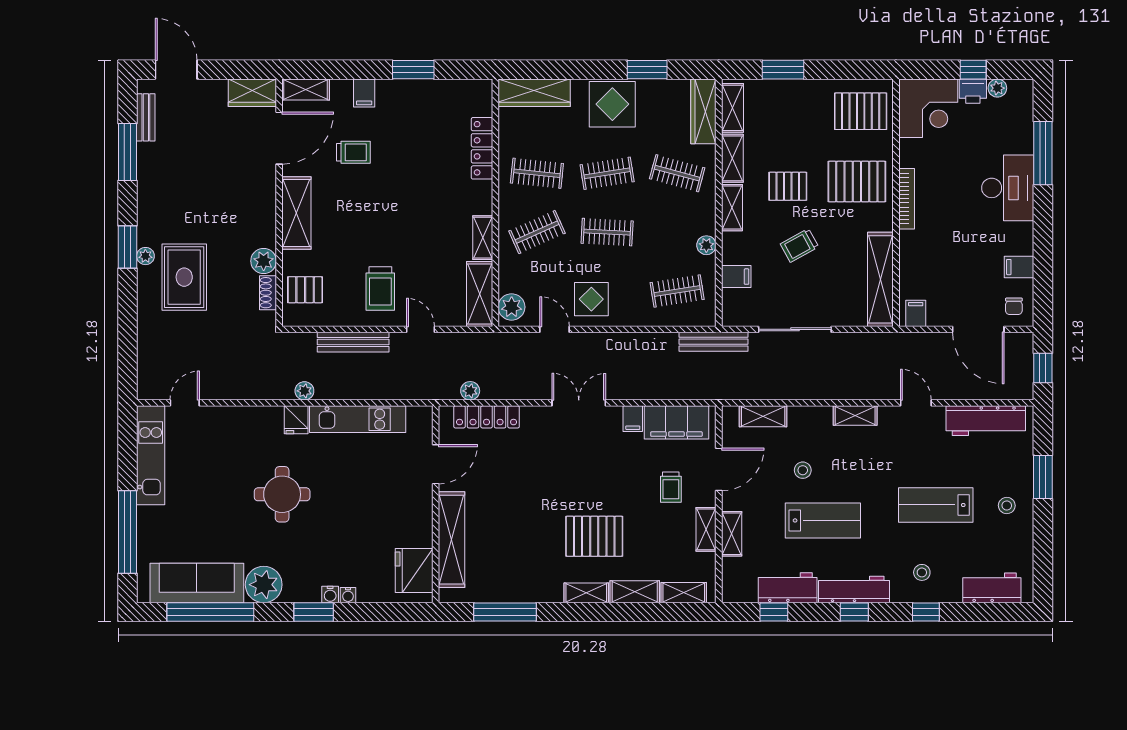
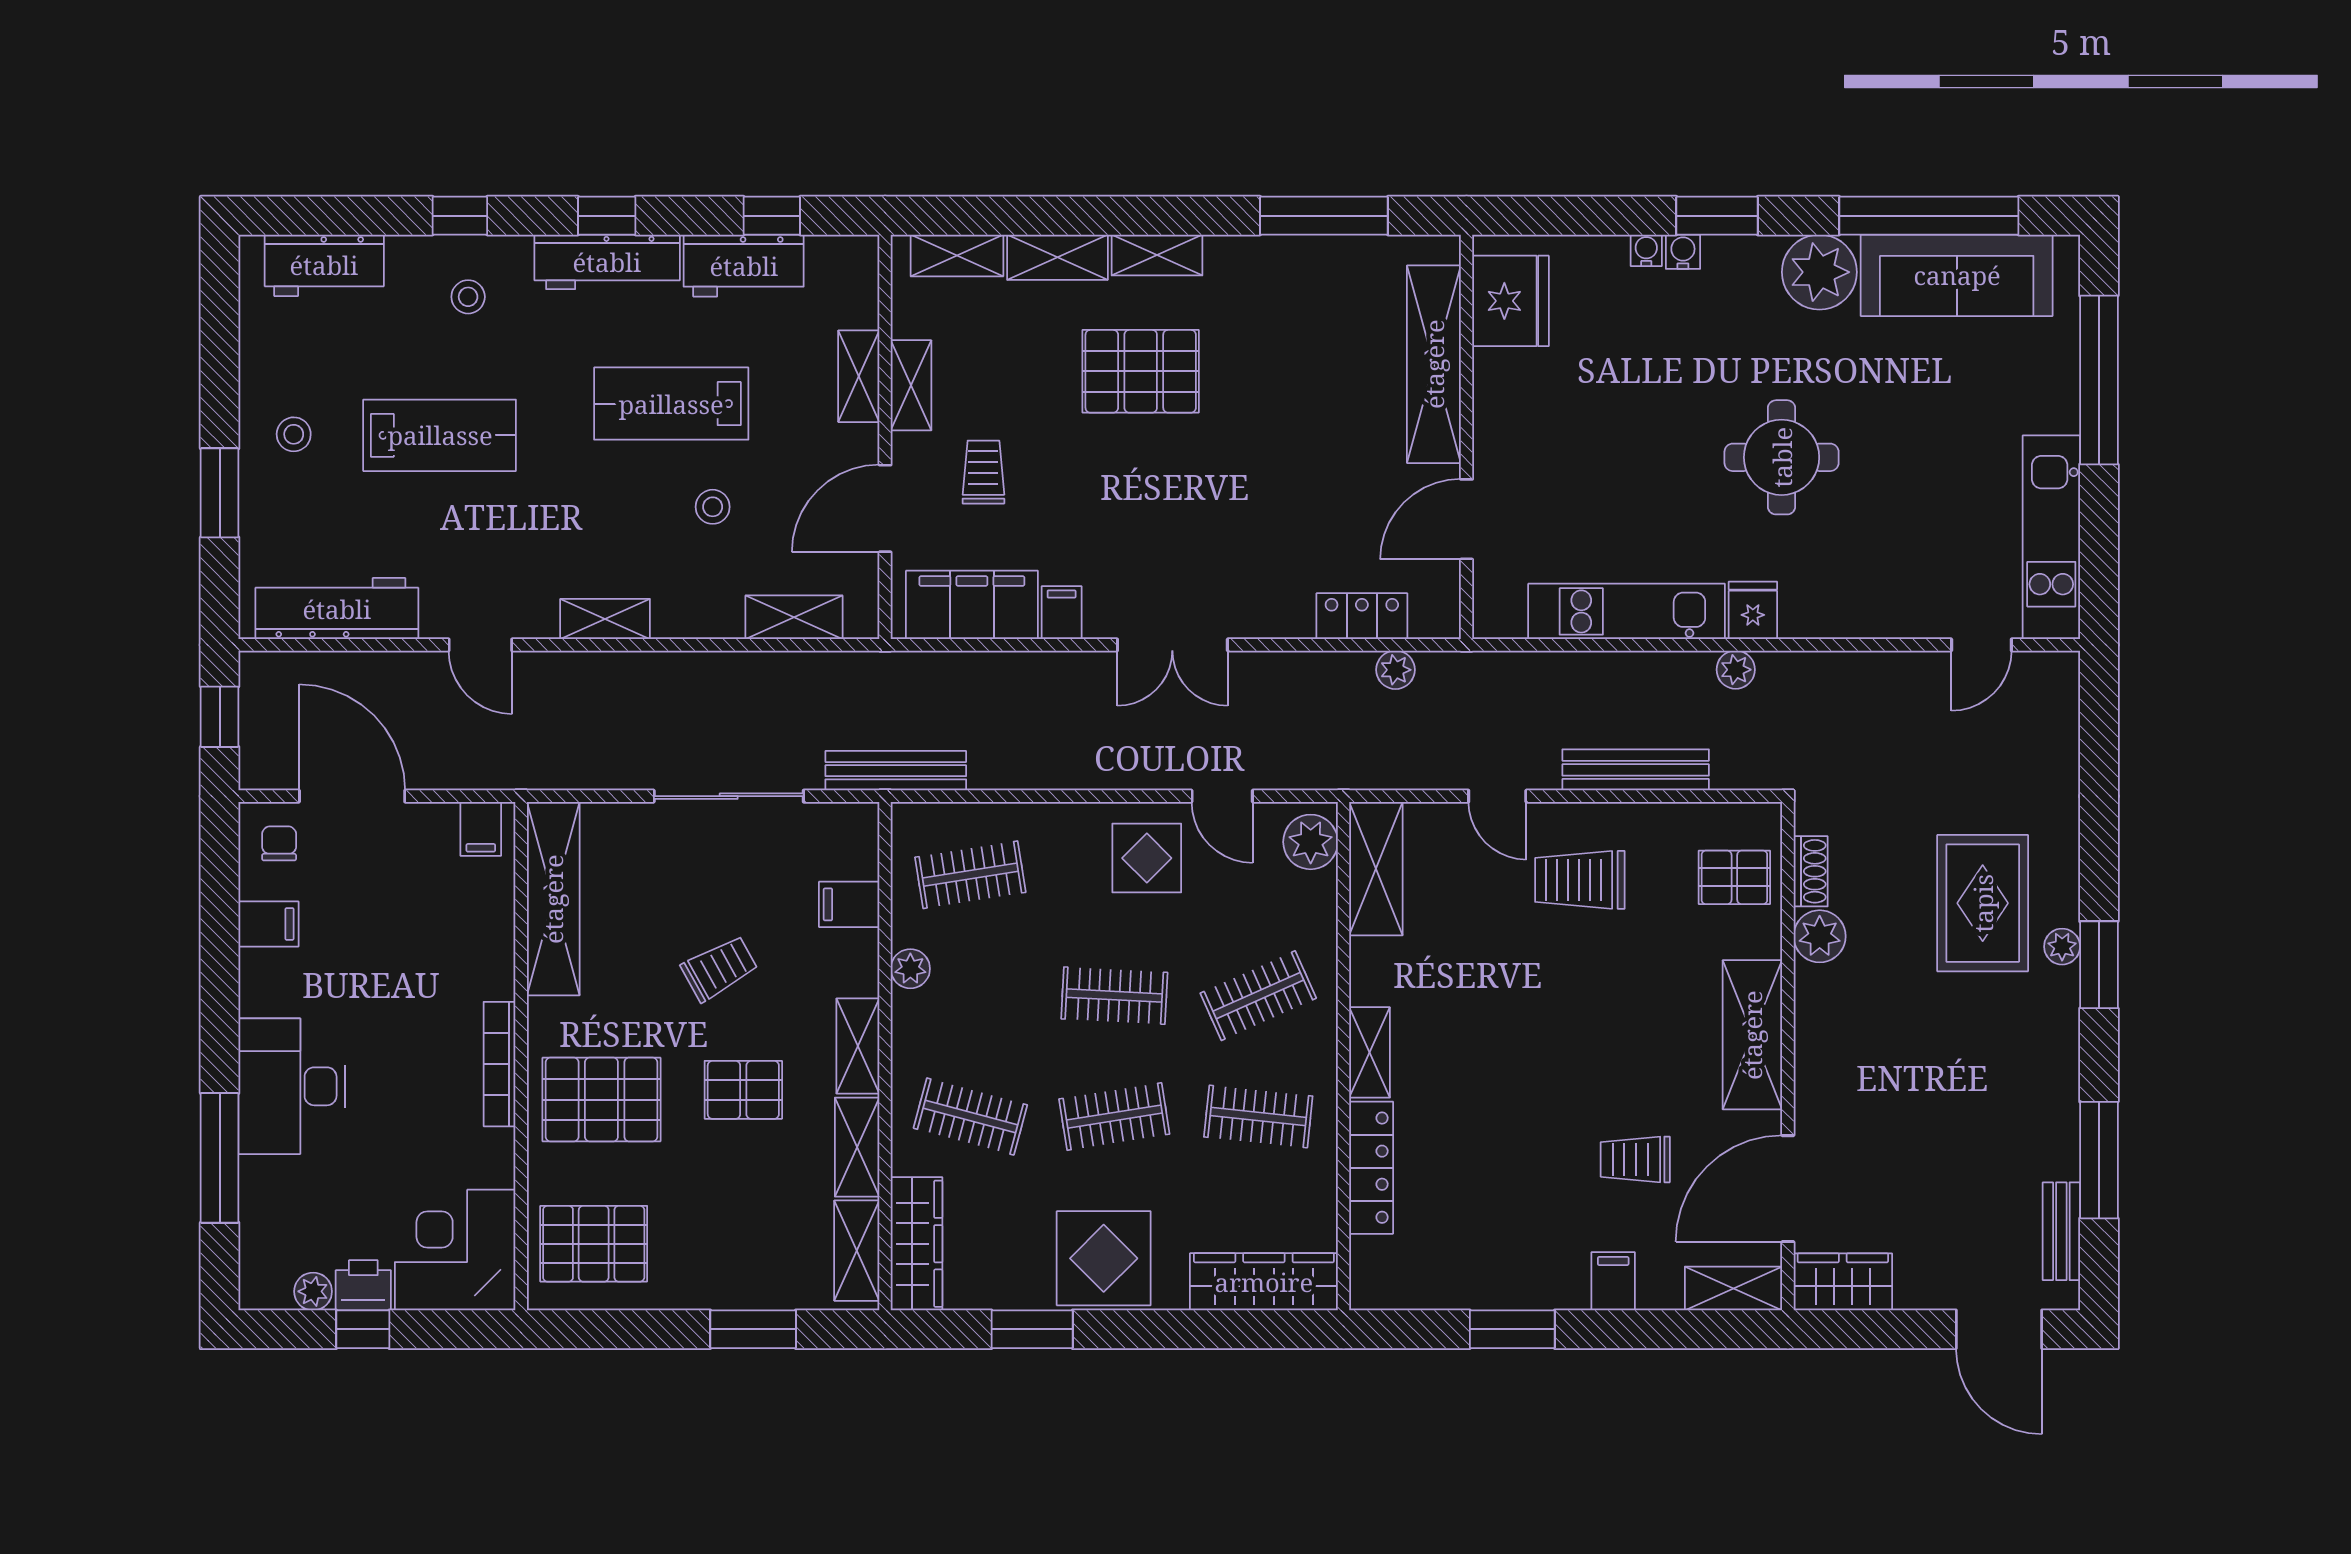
shelving: (483, 238) -> (1370, 1052), moved
trolley: (380, 288) -> (1580, 880), turned -90
locker: (487, 417) -> (1362, 616), width x0.66

